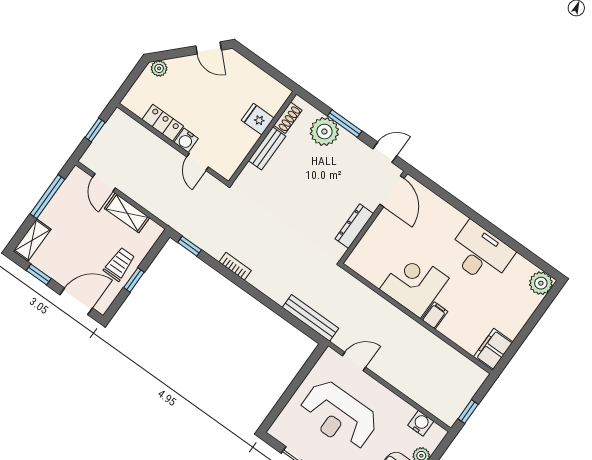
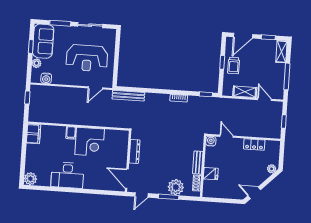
water cooler: (186, 140) -> (211, 141), moved
reception desk: (339, 416) -> (87, 58), turned 180

